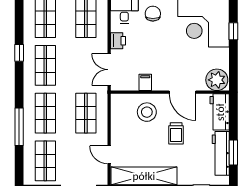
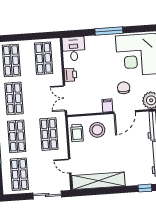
chair: (153, 14) -> (124, 88), moved
filing cabinet: (145, 82) -> (107, 106), moved
door: (183, 92) -> (125, 112), hinge flipped
trolley: (176, 133) -> (77, 133), moved

